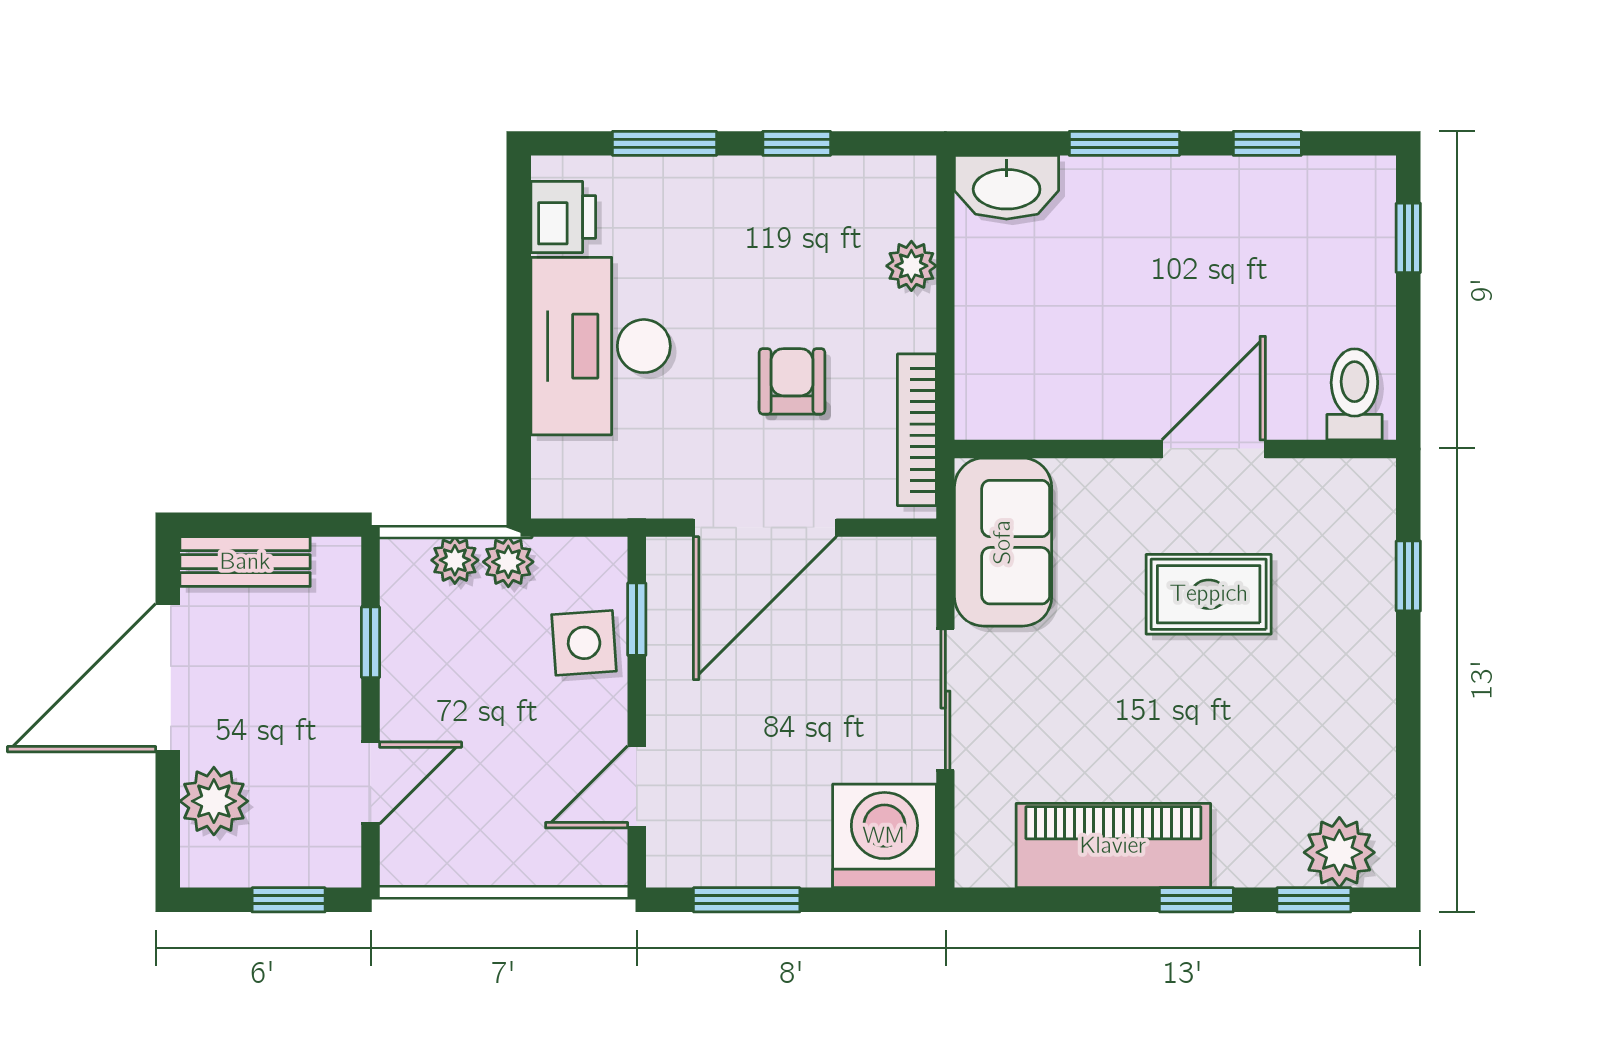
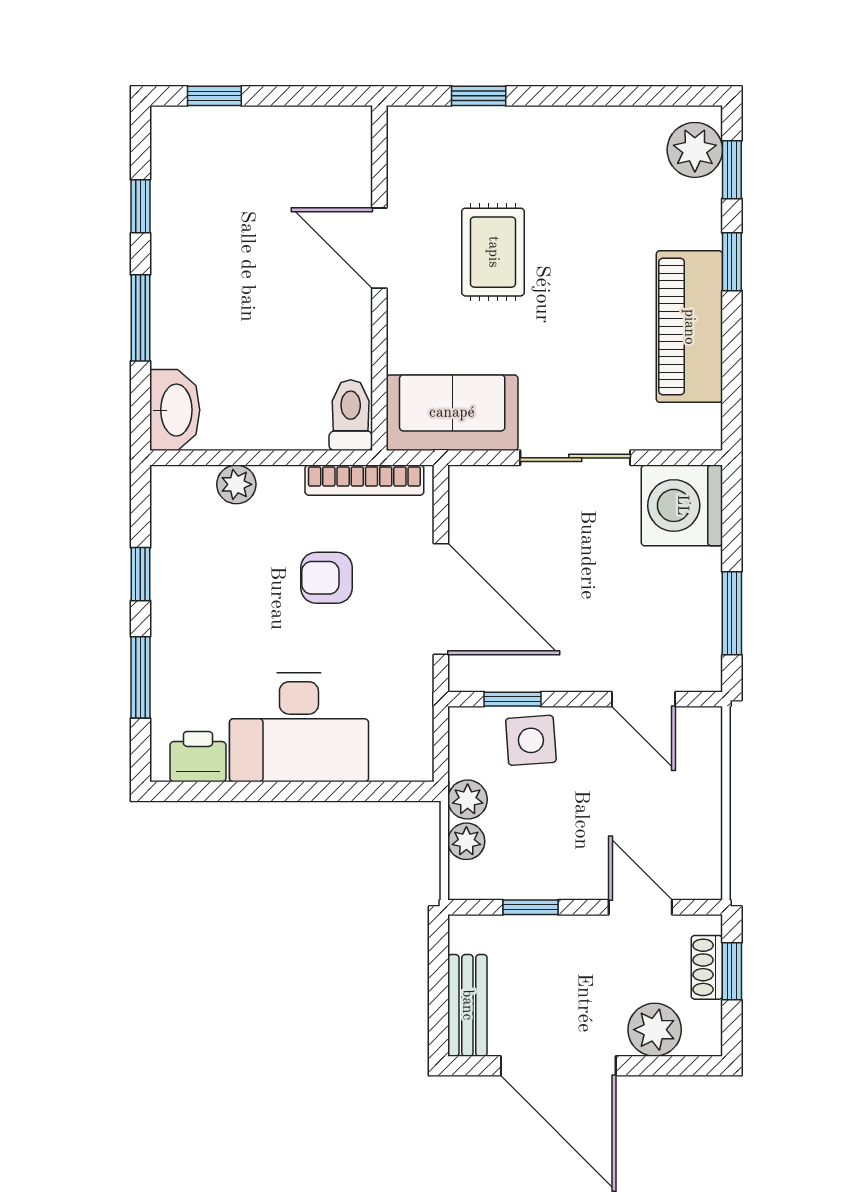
toilet: (1354, 394) -> (351, 415), moved, turned 90
shoe rack: (294, 868) -> (707, 967), added

